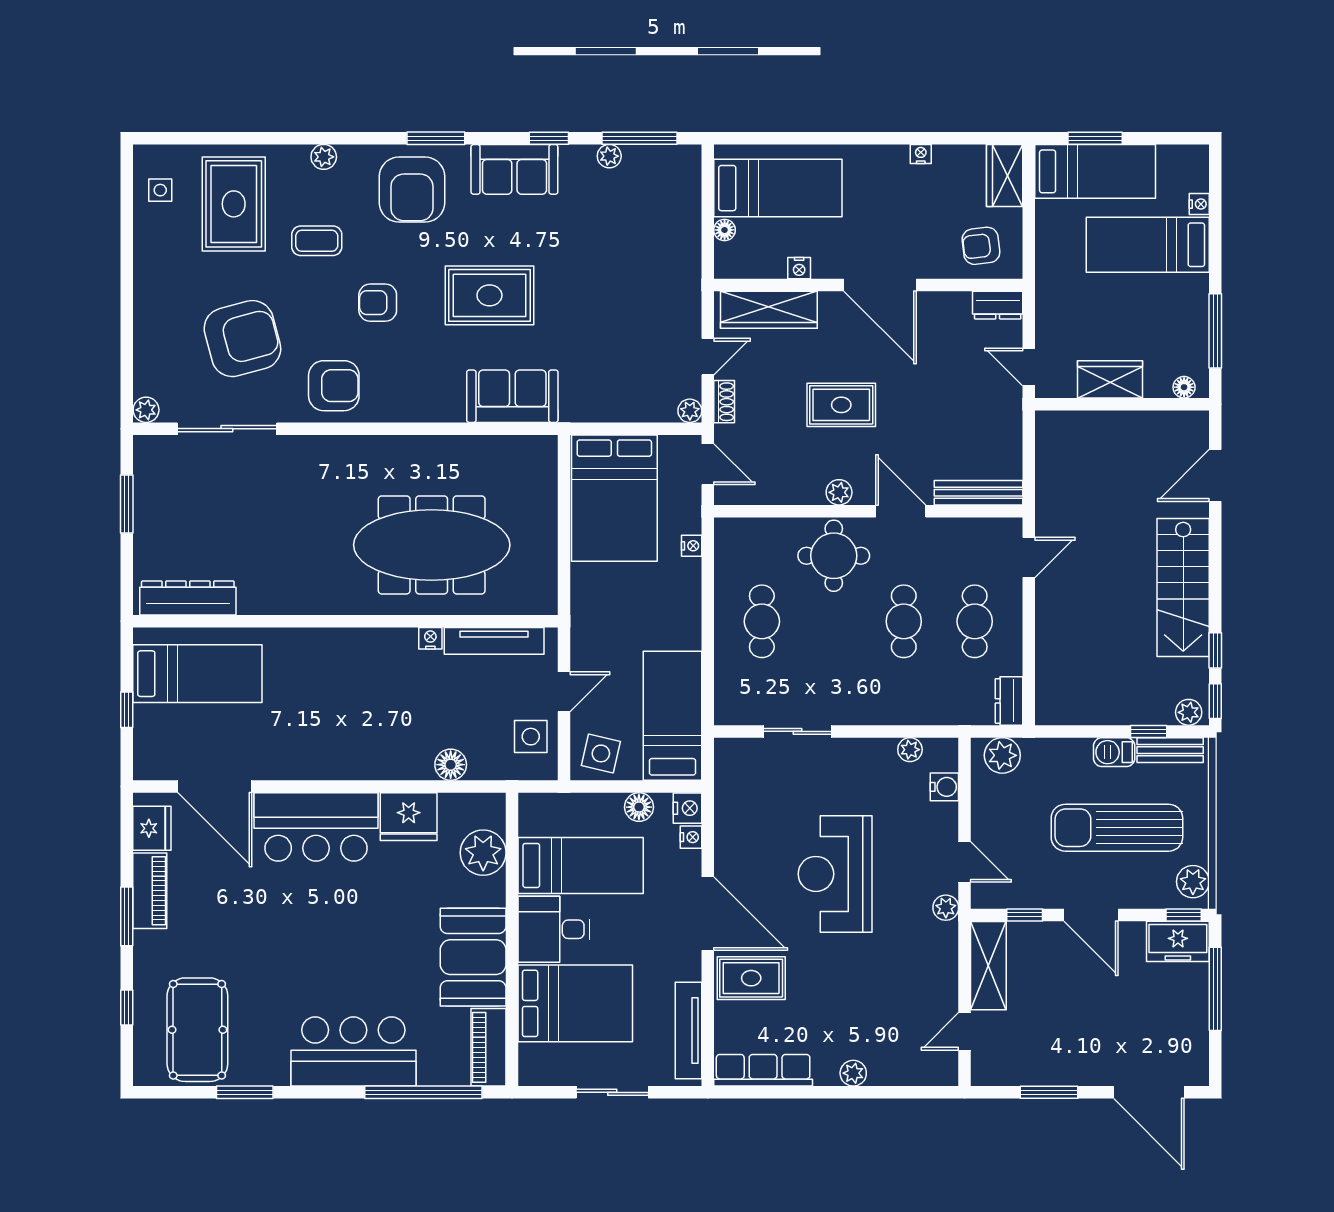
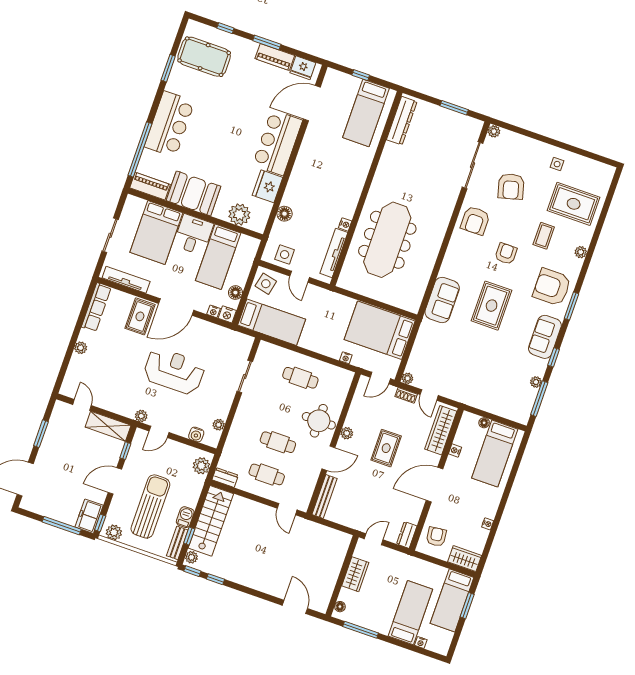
side table: (160, 190) -> (557, 164), moved
armchair: (242, 339) -> (511, 186), width x0.73, depth x0.73
stairs: (1183, 588) -> (211, 521), moved, turned 90

